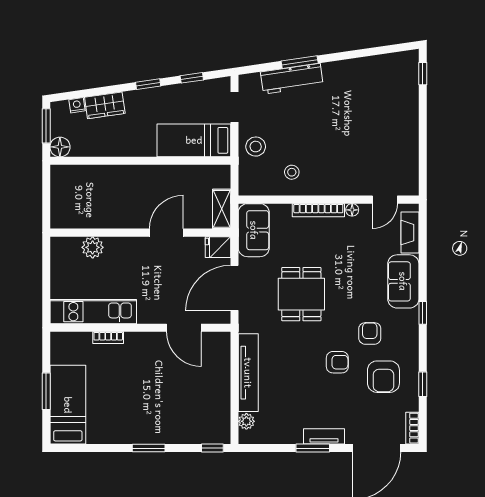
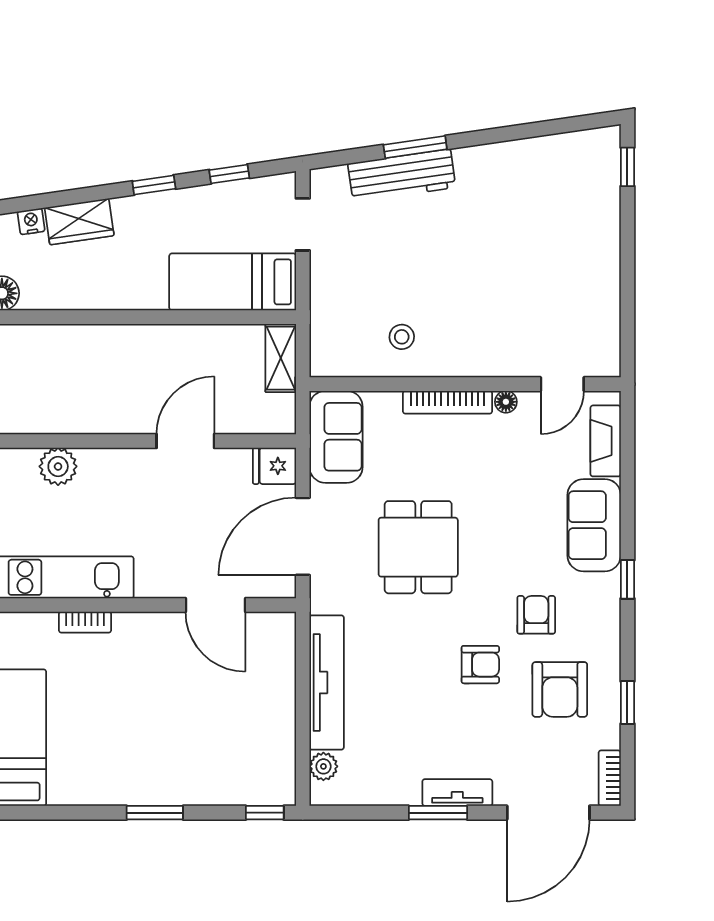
stool: (256, 147) -> (339, 293), removed
shelving: (222, 209) -> (281, 358), moved

